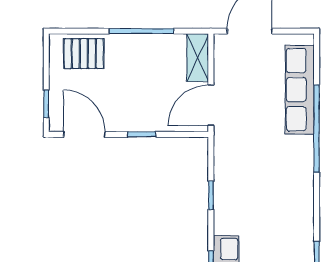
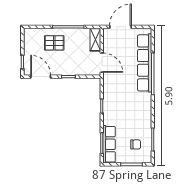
pallet: (84, 54) -> (54, 43), moved
row of seats: (300, 90) -> (145, 63), width x1.36
door: (211, 105) -> (102, 63), swing flipped

